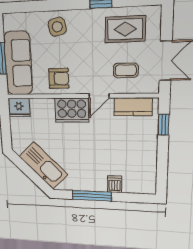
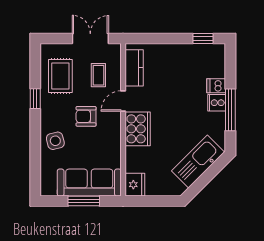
armchair: (59, 78) -> (86, 116), moved, turned -90
door: (99, 96) -> (123, 101), swing flipped
window: (163, 125) -> (203, 39), moved
cooker: (98, 184) -> (217, 103), added

